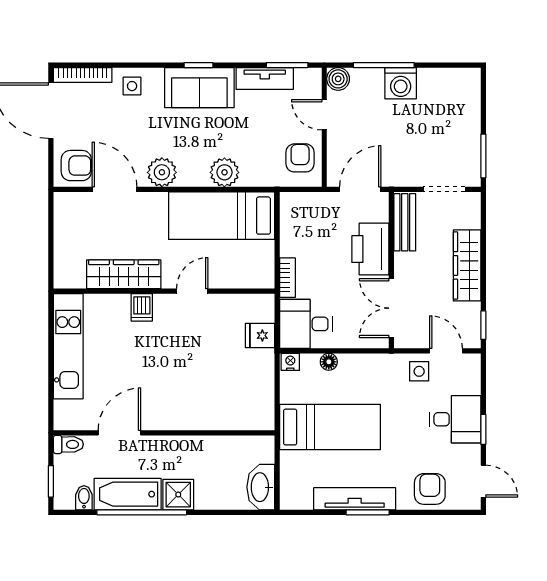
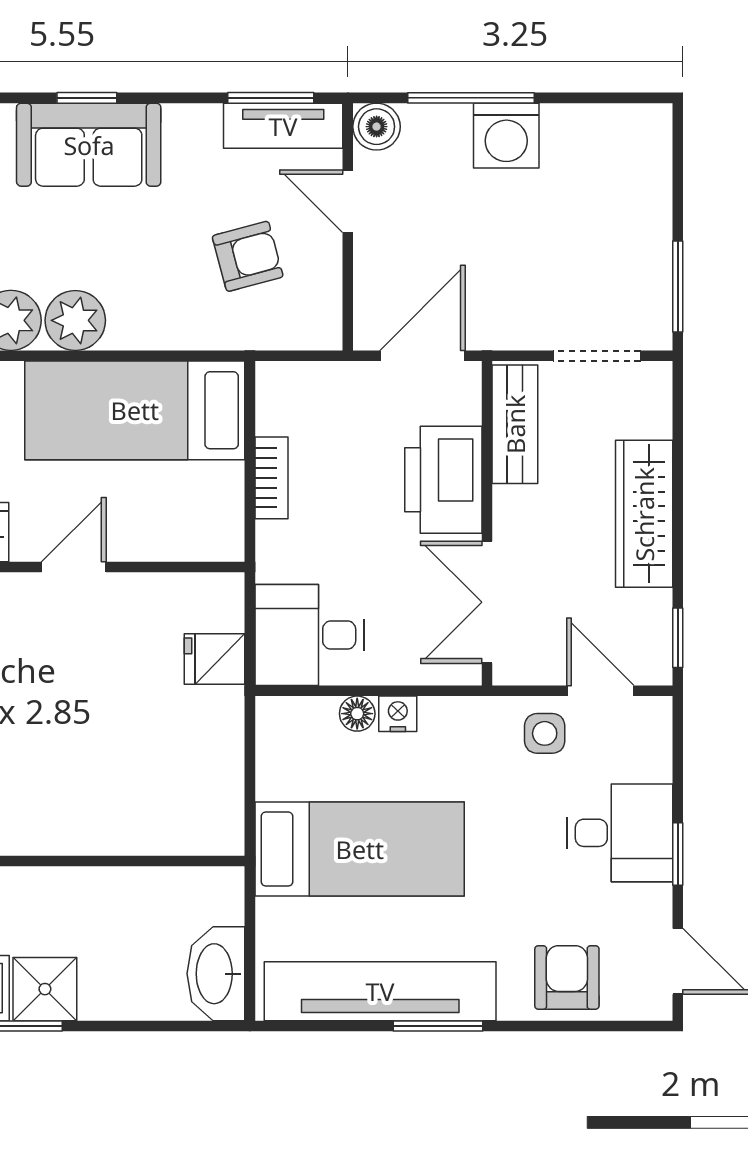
tv unit: (265, 78) -> (283, 126), moved
armchair: (300, 158) -> (248, 256), moved, turned 75
plant: (224, 172) -> (75, 320), moved
bookcase: (287, 278) -> (271, 478), moved
nightstand: (290, 362) -> (398, 714), moved
tv unit: (355, 499) -> (380, 991), width x1.36, depth x1.29

